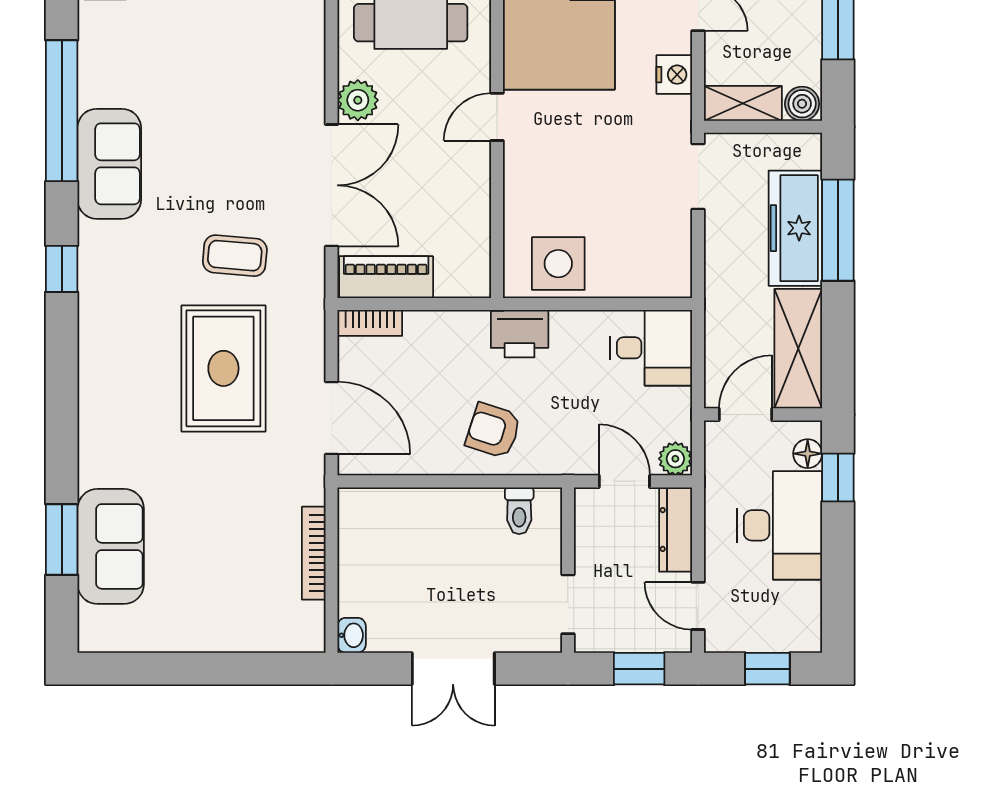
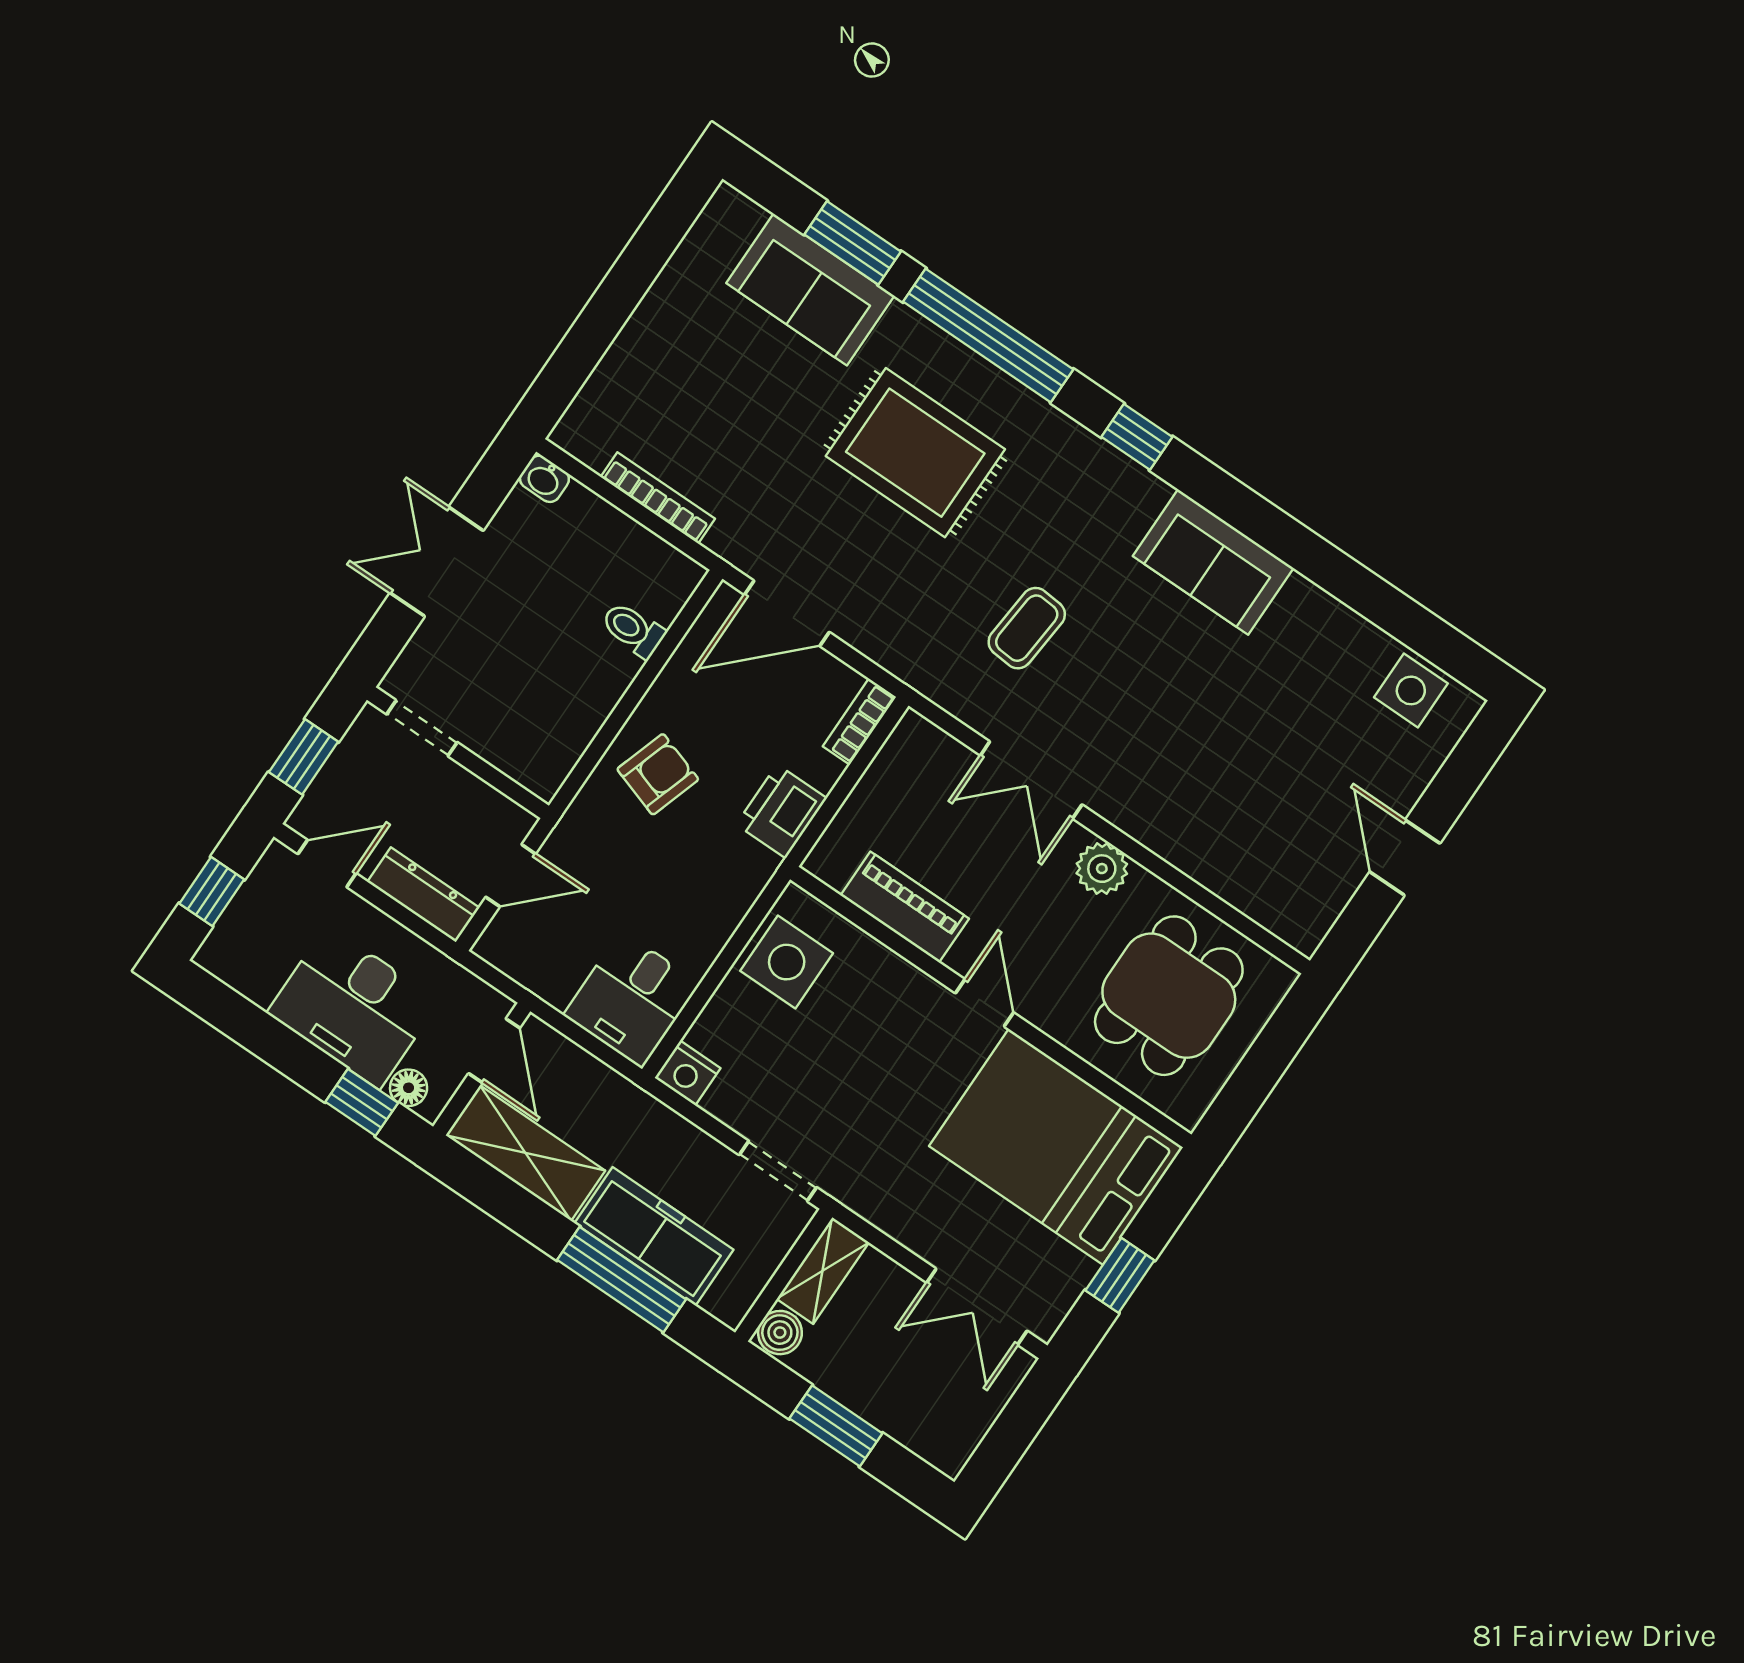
nightstand: (674, 75) -> (688, 1073), moved
window: (62, 111) -> (988, 335), moved
double door: (332, 185) -> (1031, 780), width x0.73
piano: (386, 277) -> (905, 907), moved, turned -90
printer: (520, 334) -> (782, 811), moved
rug: (223, 368) -> (915, 453), moved
plant: (675, 459) -> (498, 945), removed
toilet: (519, 511) -> (633, 630), moved

